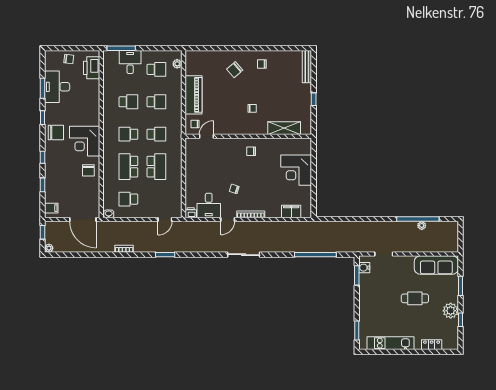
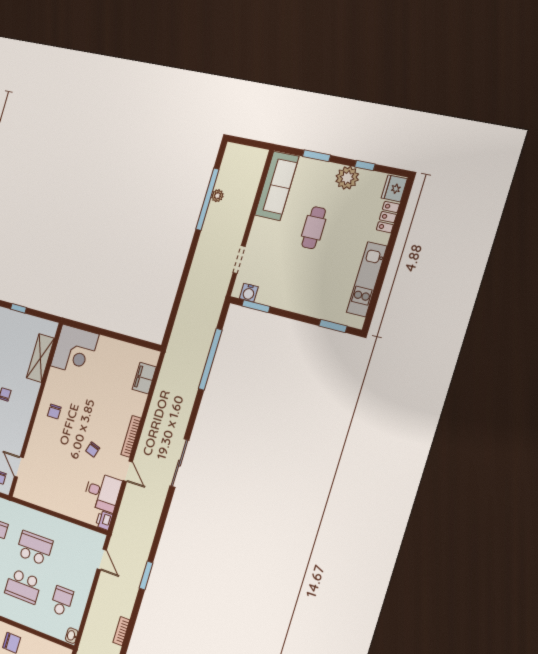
corner desk: (296, 170) -> (75, 350), moved
school desk: (128, 199) -> (62, 601), turned 180
fridge: (450, 343) -> (394, 188), added

